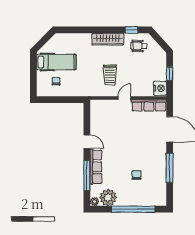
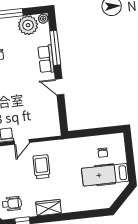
wardrobe: (108, 39) -> (49, 208), width x0.67
row of seats: (96, 167) -> (46, 59), width x0.68

